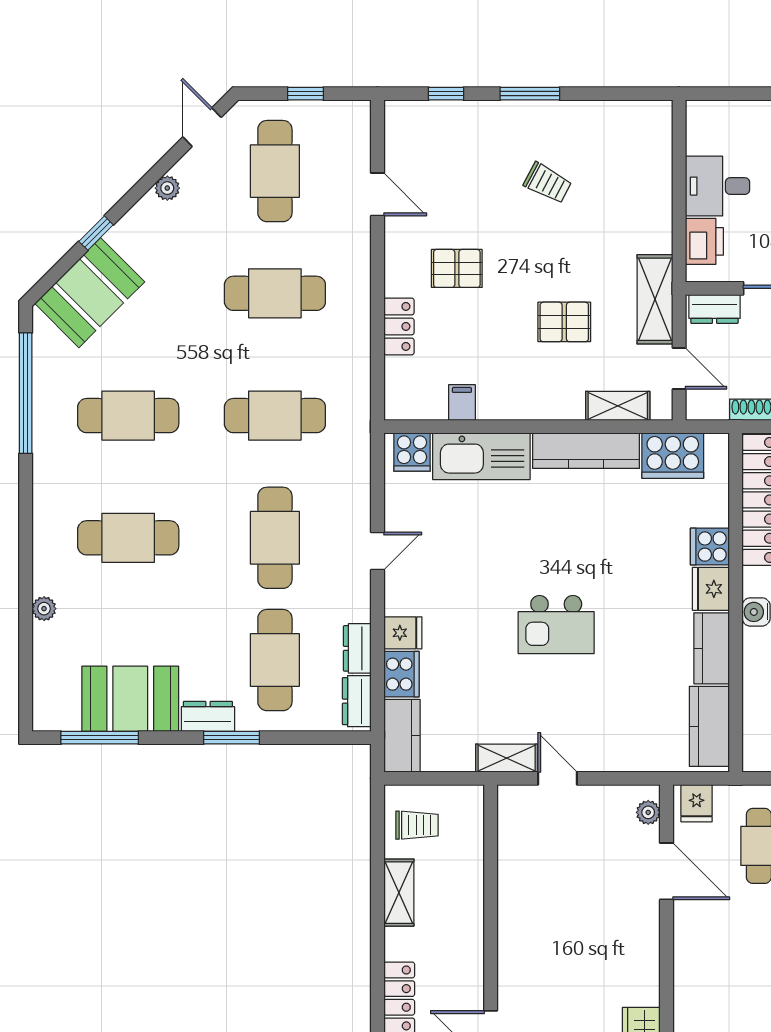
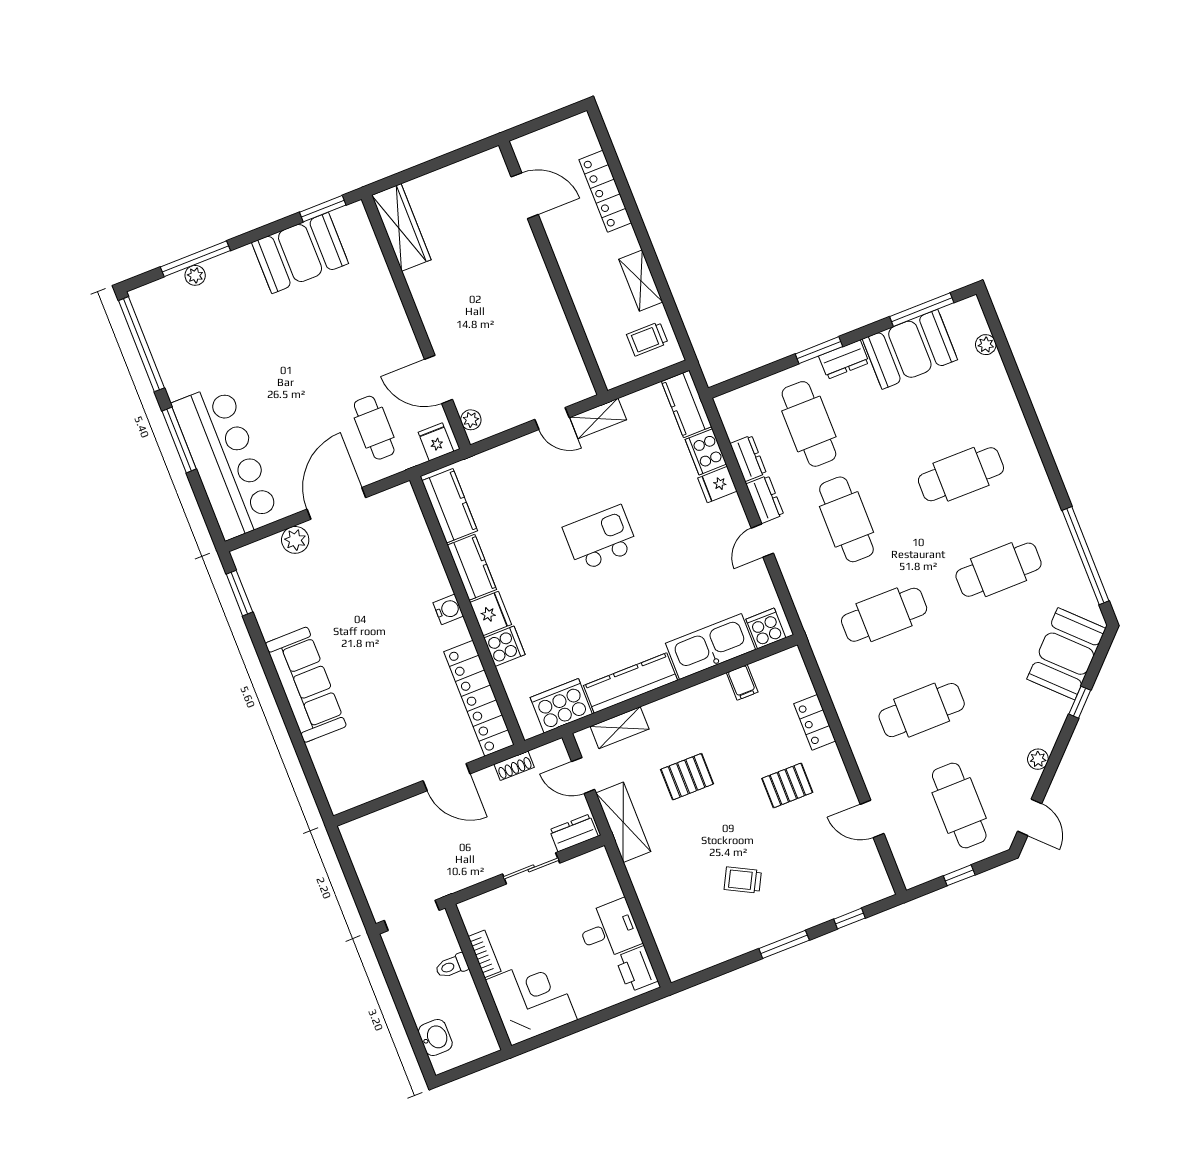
printer: (704, 241) -> (637, 969), moved
plant: (44, 609) -> (986, 345), moved
dresser: (357, 701) -> (765, 499), moved

